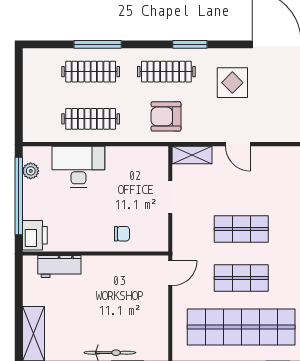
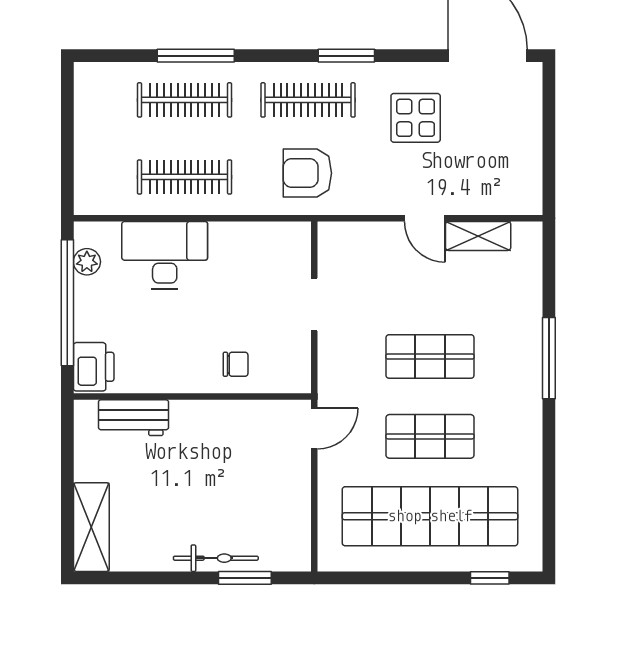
shelving: (192, 155) -> (478, 236), moved

